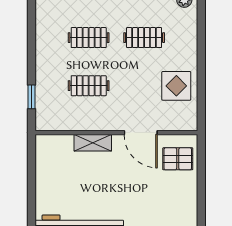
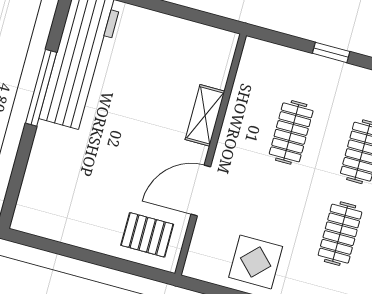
window: (32, 97) -> (331, 52), moved
pallet: (178, 159) -> (147, 235), turned 90

